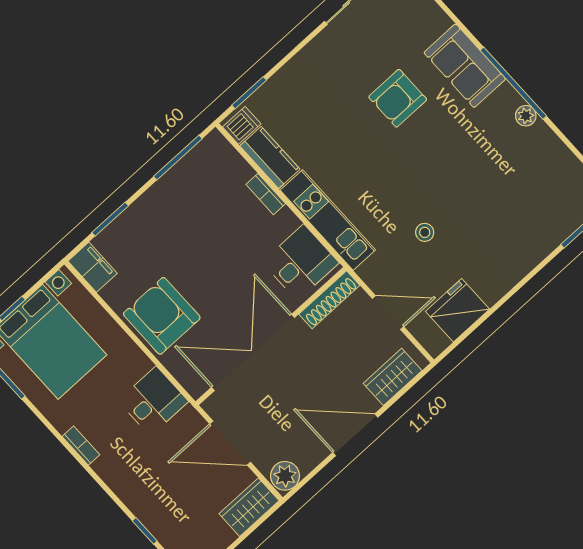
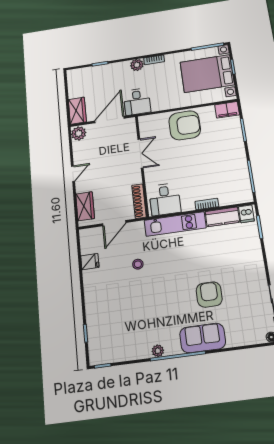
fridge: (457, 310) -> (90, 262), width x0.53, depth x0.75
double door: (253, 352) -> (141, 153), width x0.54
desk: (153, 401) -> (137, 102), moved
door: (355, 435) -> (73, 174), width x0.53
plant: (108, 468) -> (137, 65), added

